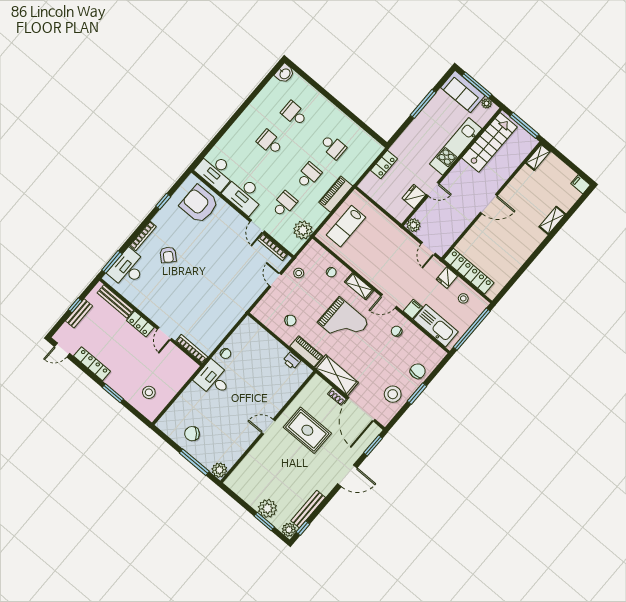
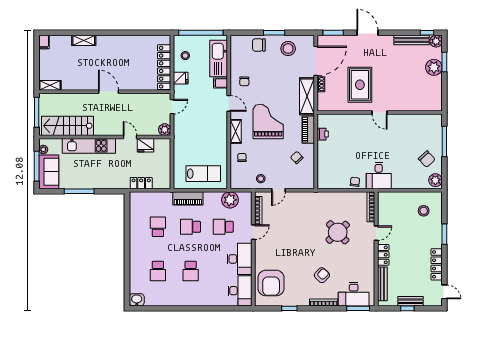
round table: (194, 301) -> (338, 232), added
plant: (219, 470) -> (435, 180), moved

